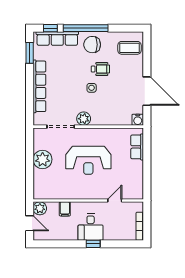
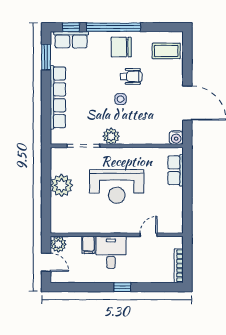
row of seats: (57, 38) -> (71, 40), width x0.68
desk: (91, 227) -> (111, 252), moved, turned 180

